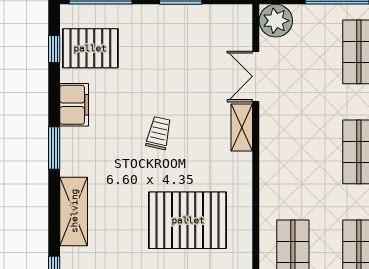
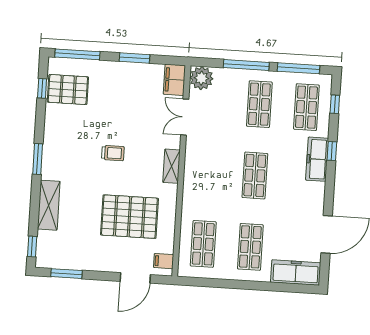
filing cabinet: (74, 105) -> (174, 80), moved, turned 180
shelving: (242, 127) -> (171, 166), moved
trolley: (159, 133) -> (113, 153), turned 77

